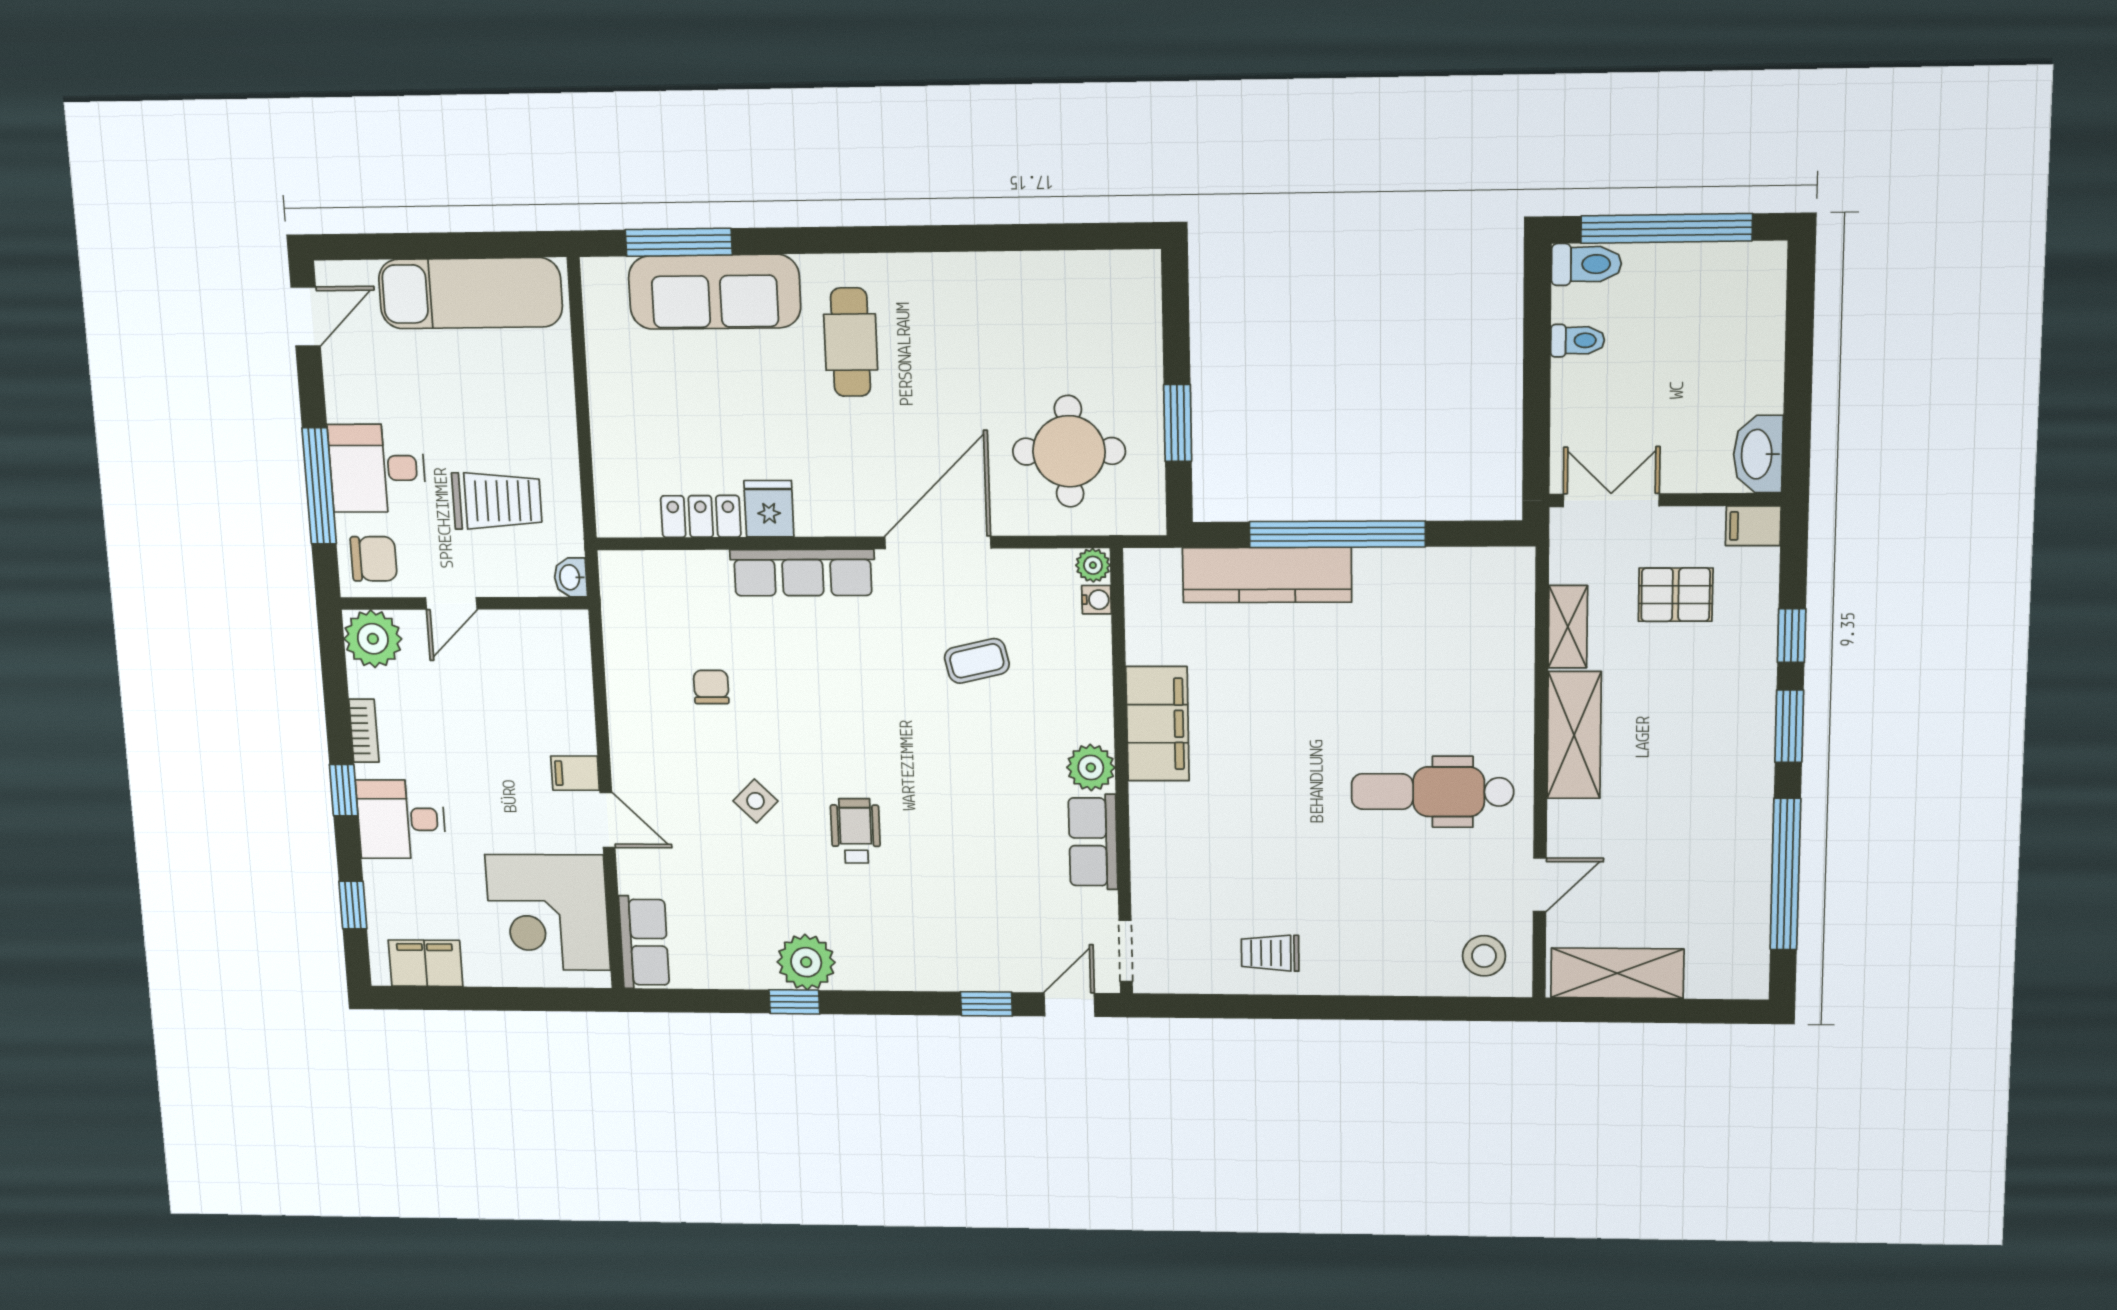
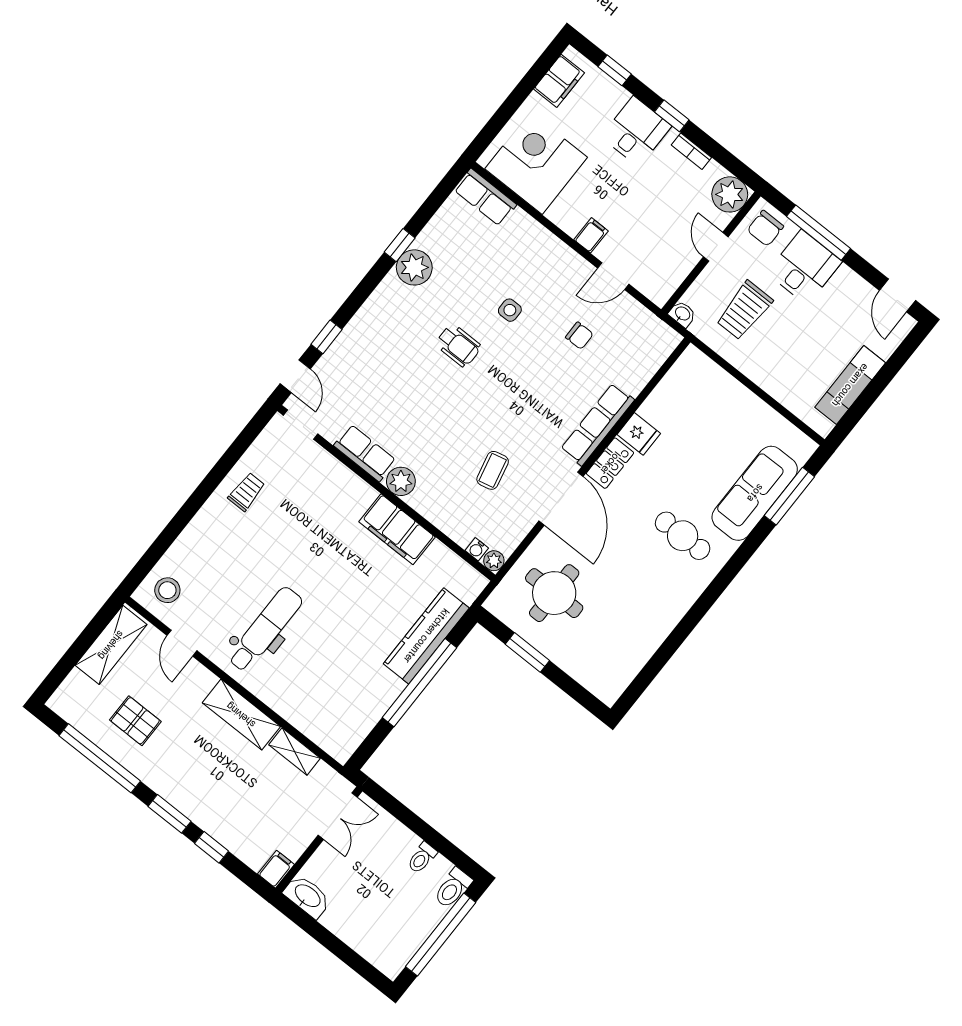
exam couch: (470, 293) -> (850, 385), width x0.73, depth x0.69
locker: (701, 516) -> (610, 463), moved
pallet: (1676, 595) -> (135, 721), moved, turned 90
side table: (756, 801) -> (510, 310), turned 45
door: (608, 820) -> (613, 276), moved

